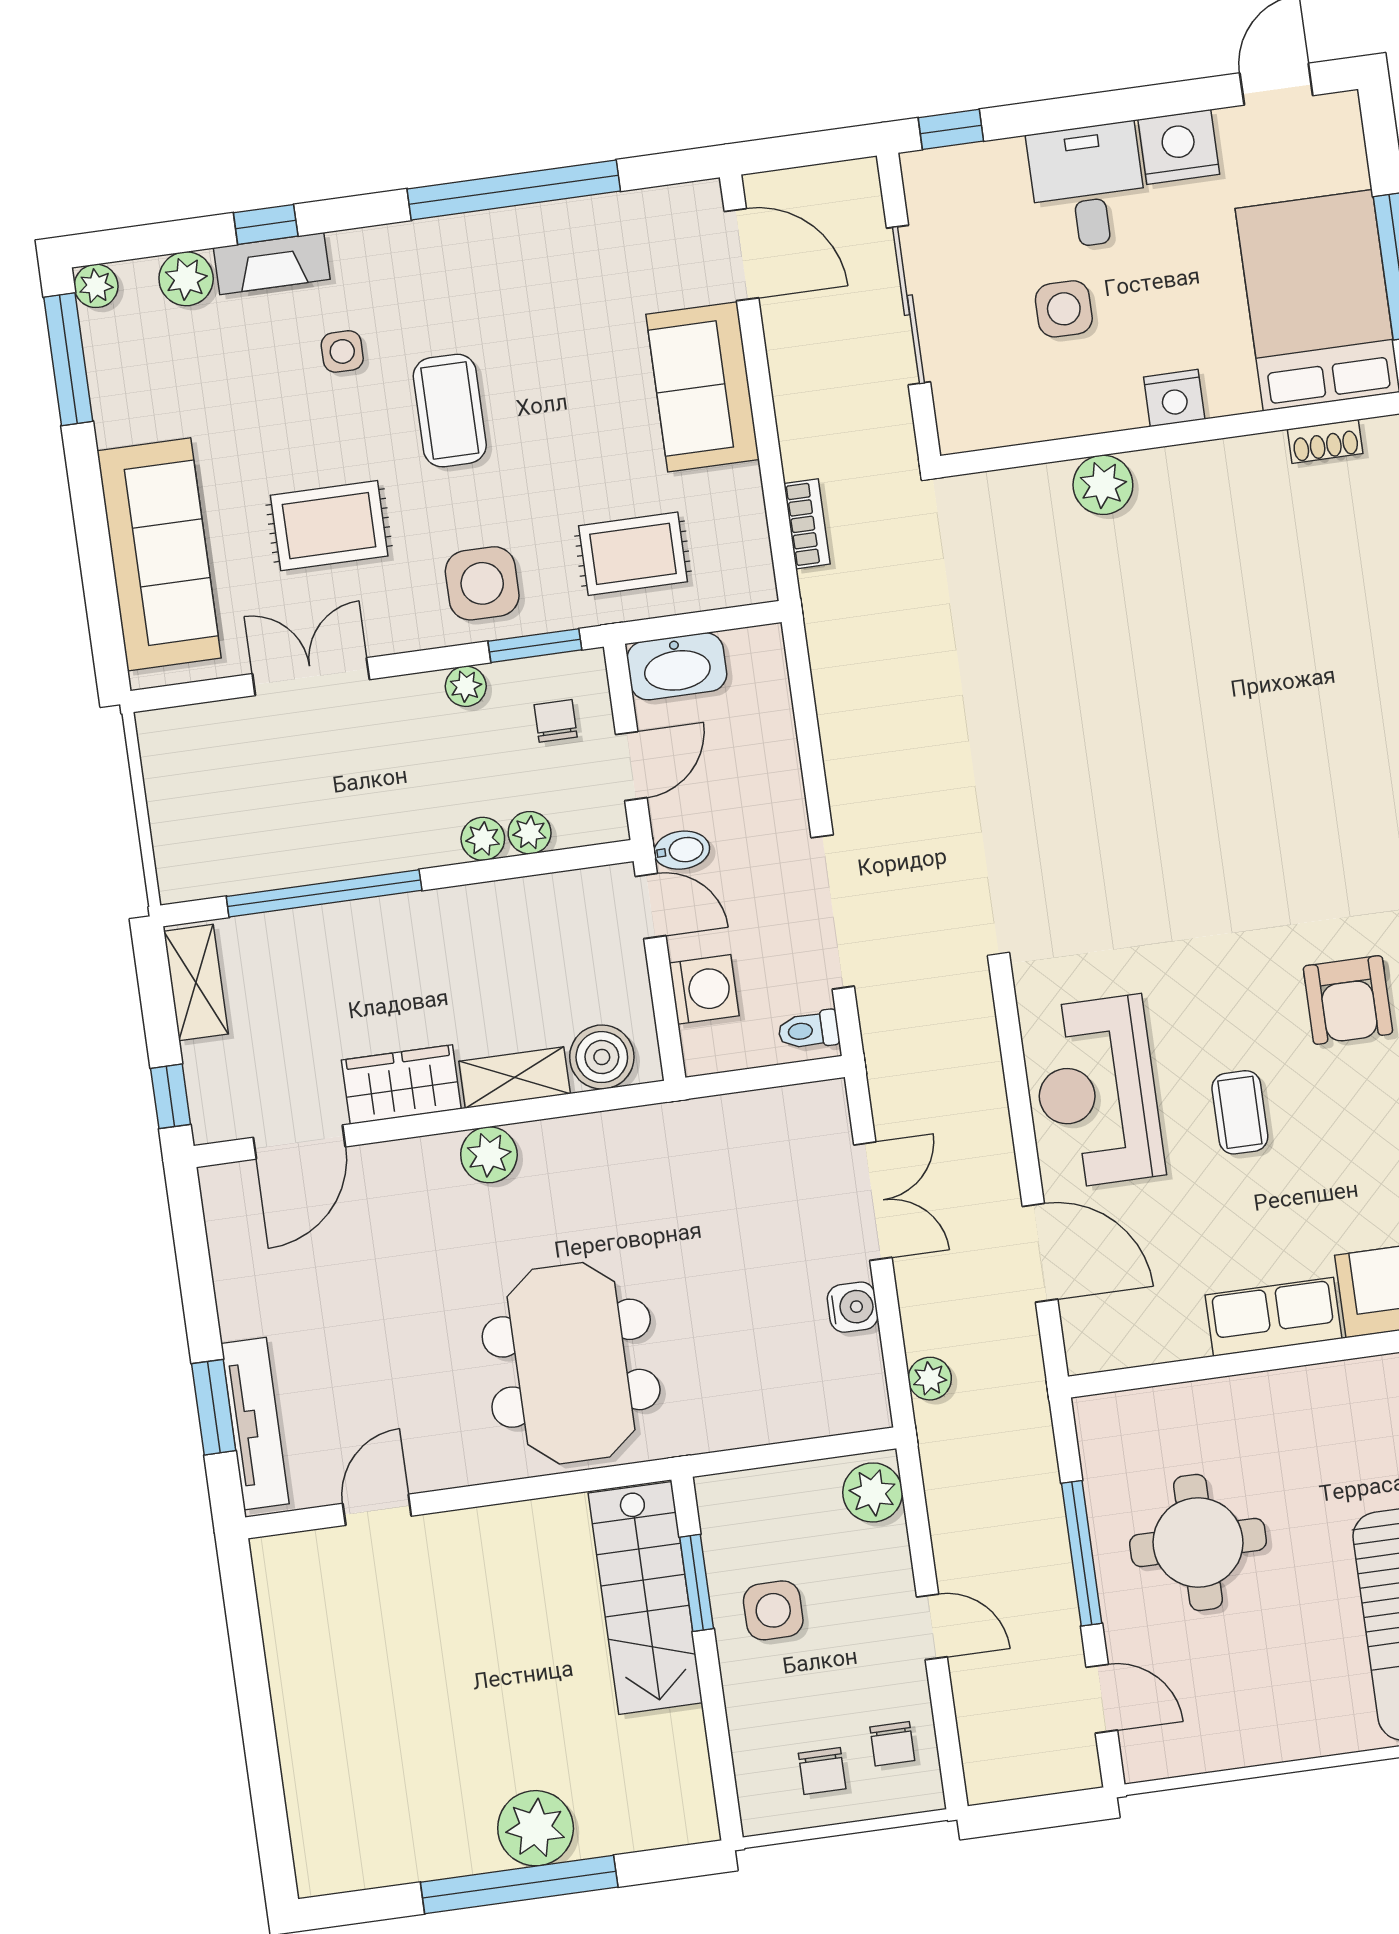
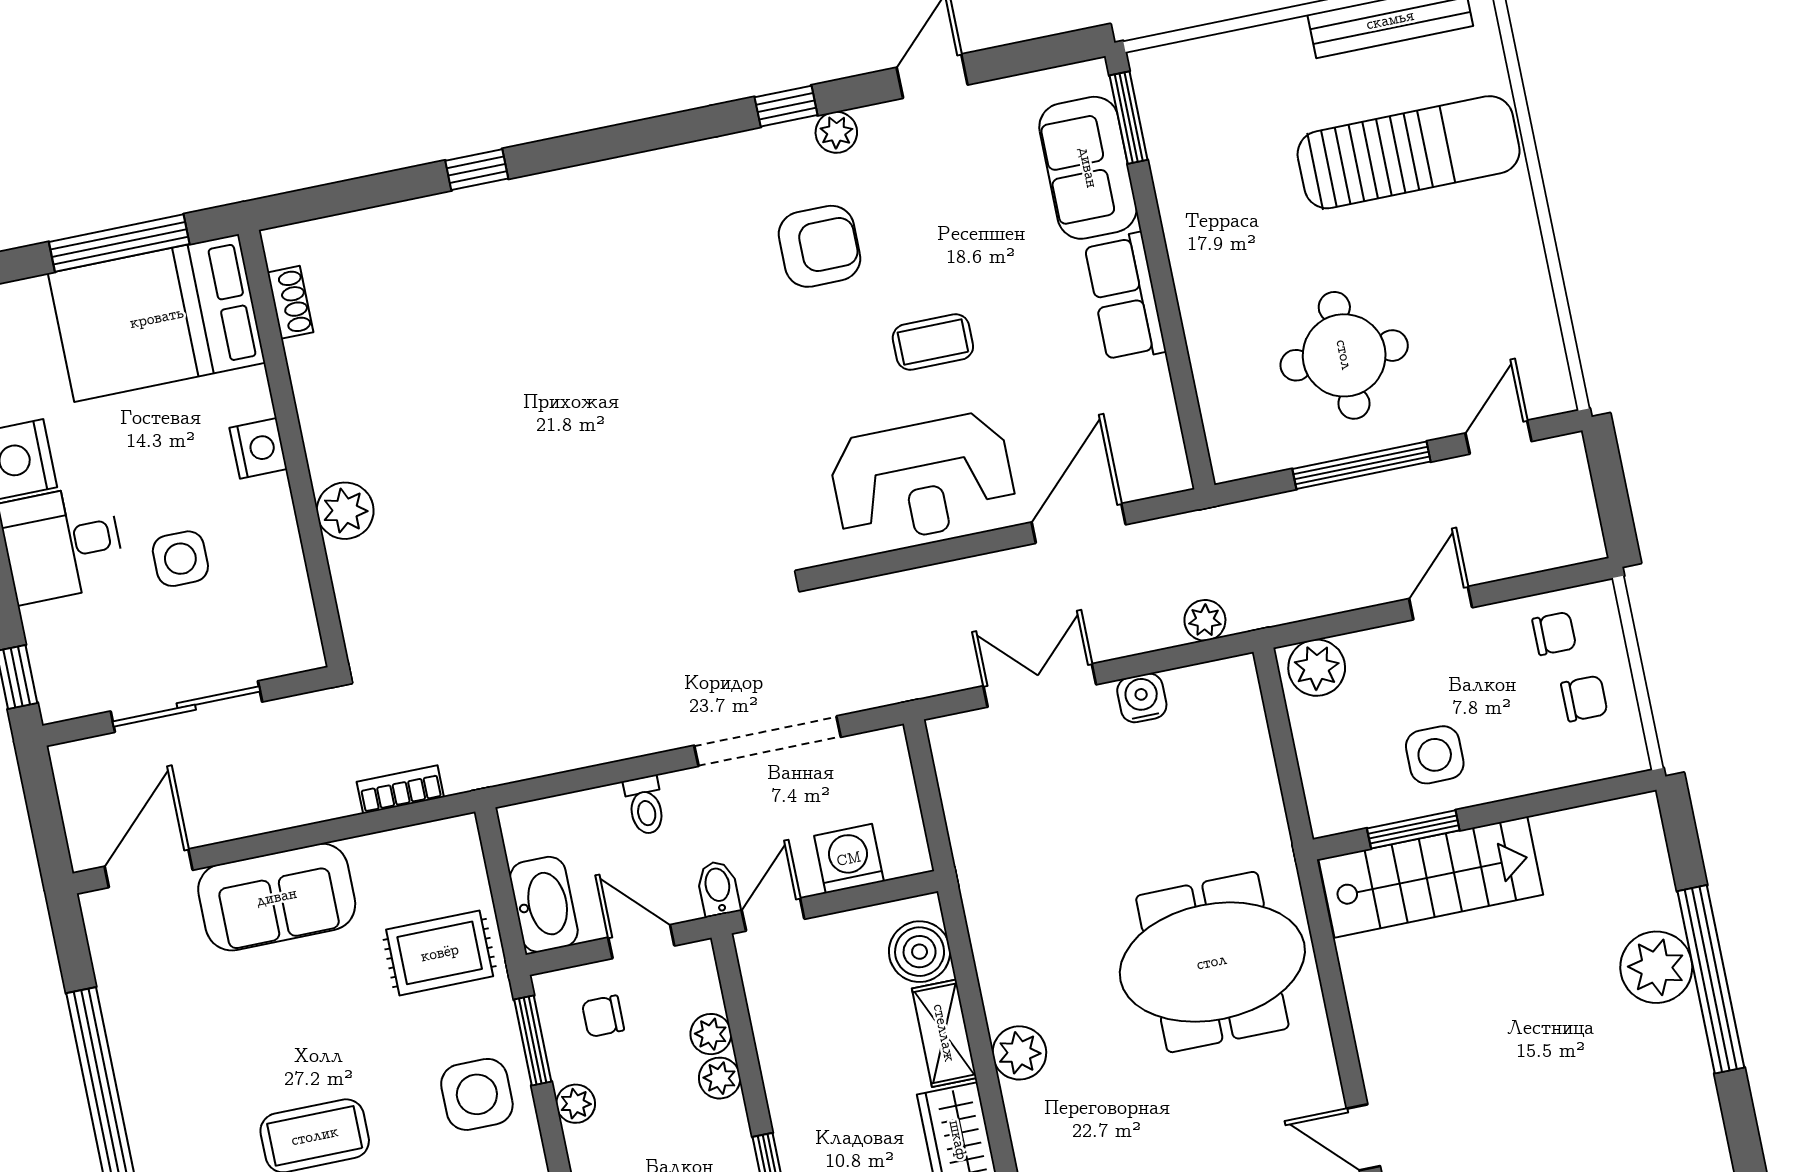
rug: (633, 554) -> (440, 953), turned 90
toilet: (809, 1030) -> (645, 805), moved

